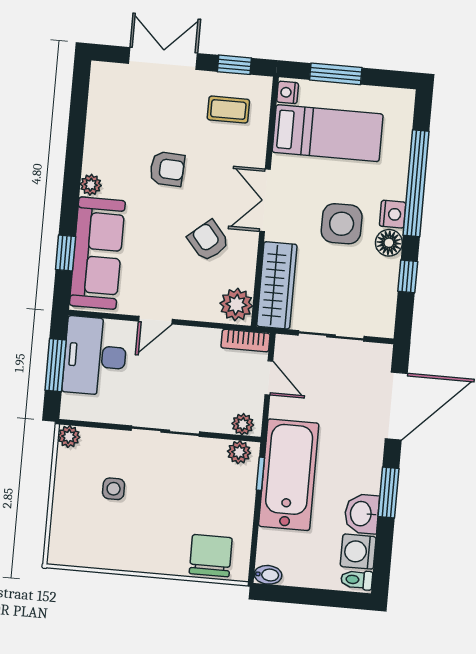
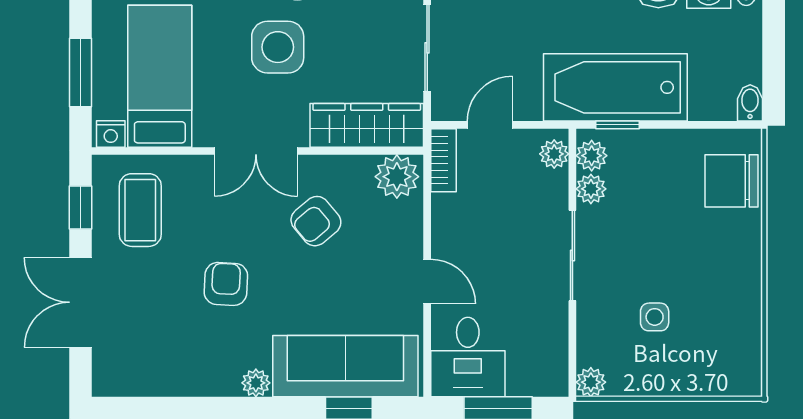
coffee table: (228, 110) -> (140, 210), width x1.36, depth x1.30
desk: (95, 356) -> (468, 357), width x0.73
plant: (214, 450) -> (591, 189), added

